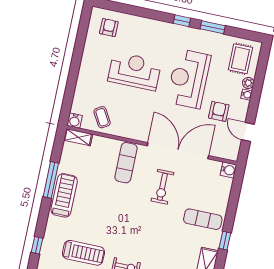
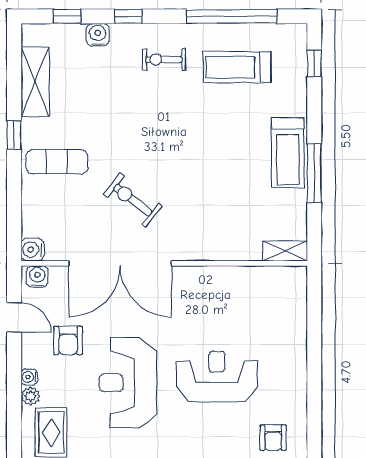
reception desk: (135, 71) -> (217, 376), turned 180
reception desk: (189, 79) -> (128, 383), turned 180
coffee table: (102, 117) -> (253, 291), removed
water cooler: (75, 121) -> (37, 277), moved
exercise mat: (126, 163) -> (199, 226), removed
exercise bike: (162, 187) -> (133, 200), turned -52

